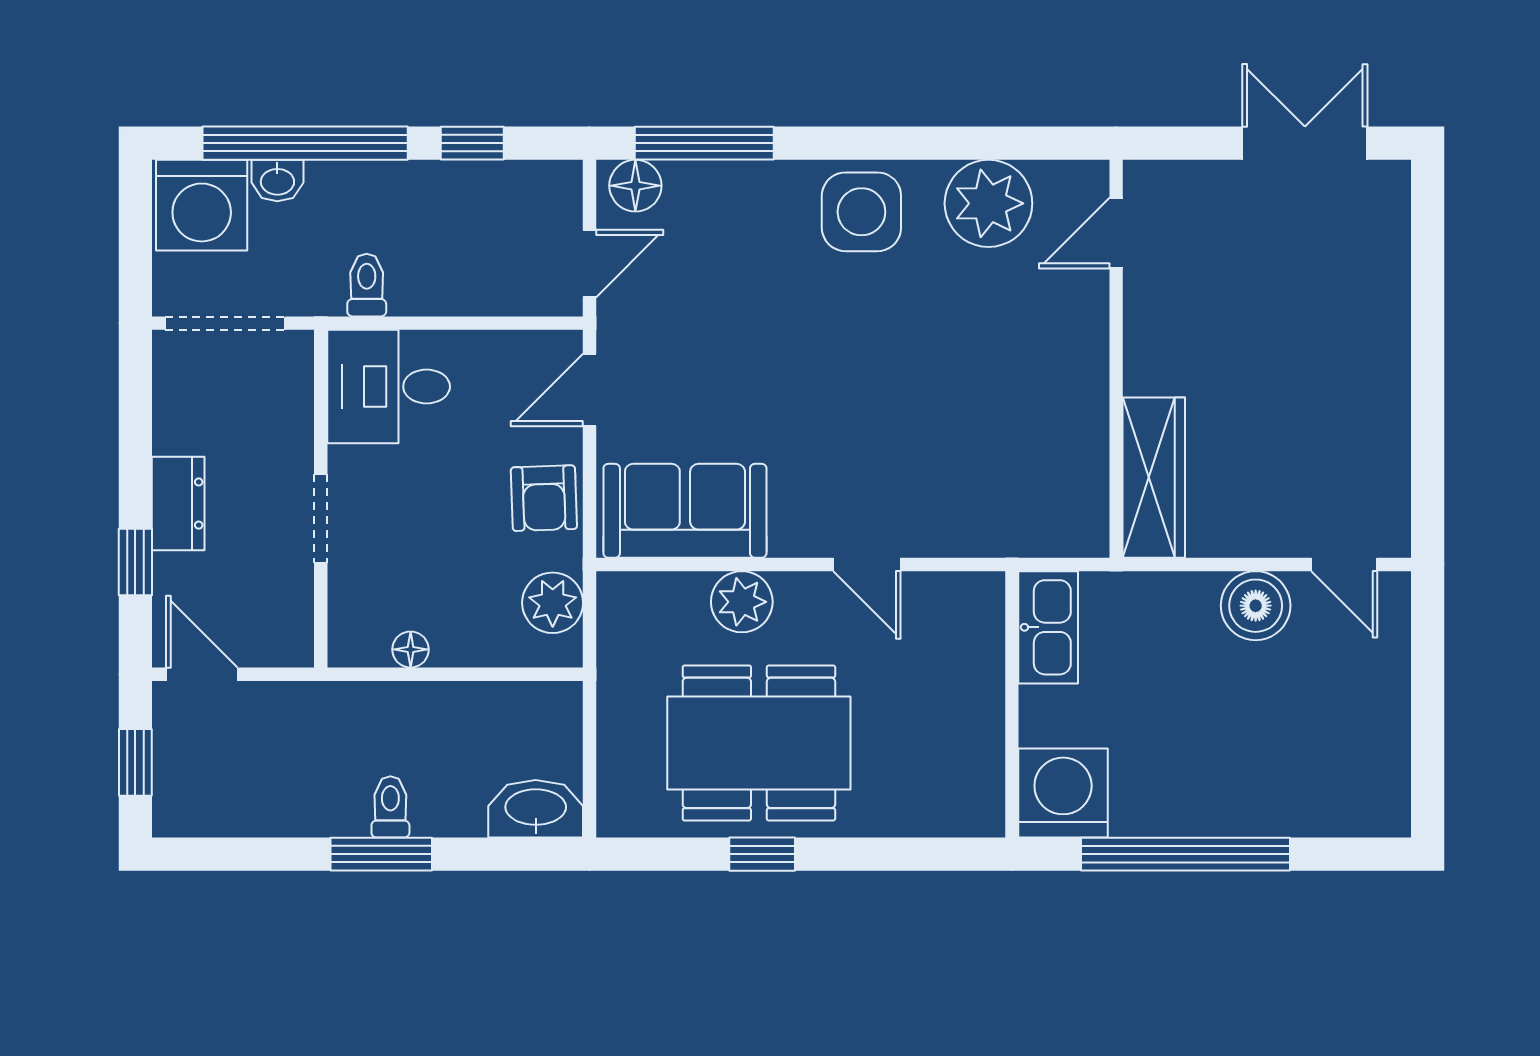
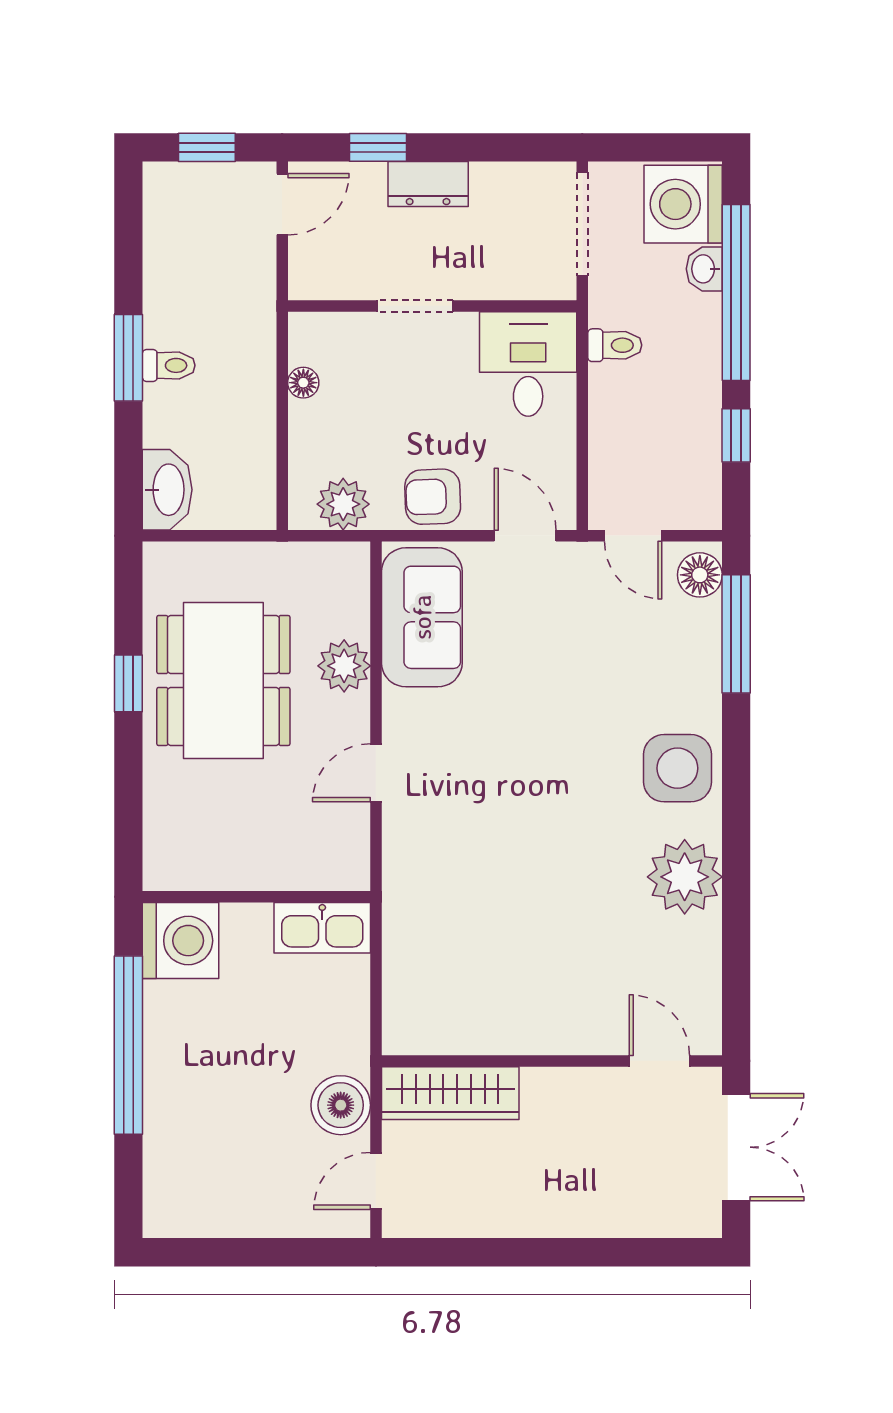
door: (1116, 233) -> (659, 1061), moved
wall: (1116, 359) -> (552, 1061), moved
wardrobe: (1154, 478) -> (450, 1093), moved

